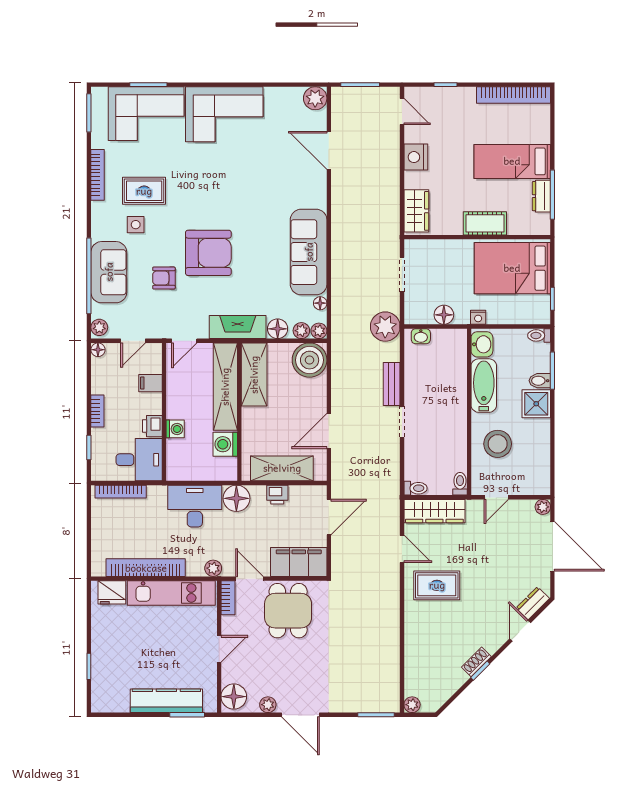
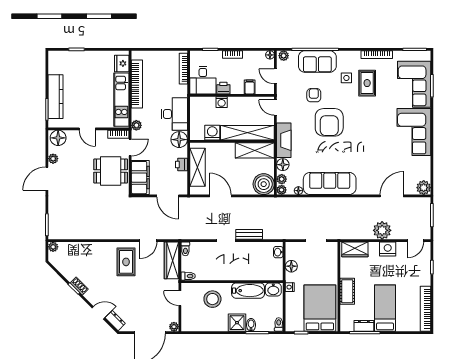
plant: (385, 327) -> (382, 230), moved

